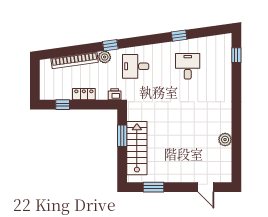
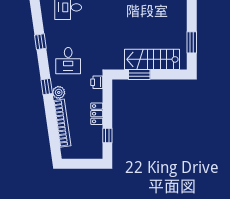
window: (179, 36) -> (40, 42), moved

